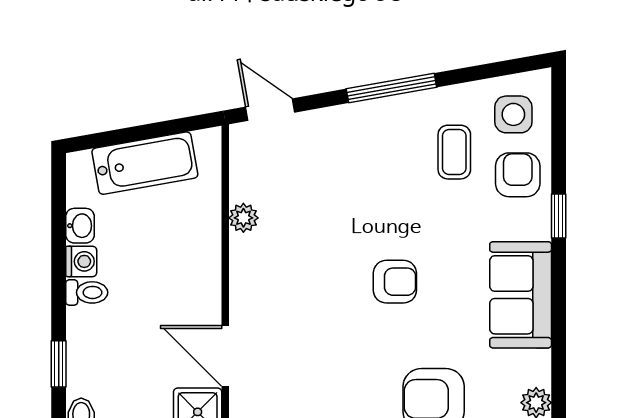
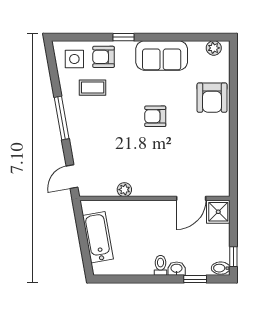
washbasin: (80, 226) -> (177, 269), moved
washing machine: (81, 261) -> (145, 268), removed
armchair: (395, 282) -> (155, 116), turned -90

